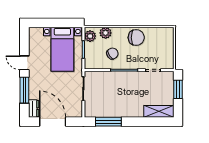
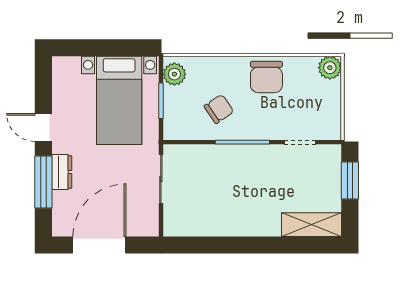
plant: (106, 33) -> (330, 68), moved
chair: (136, 38) -> (266, 77), turned 90
dresser: (34, 109) -> (62, 172), moved
door: (53, 122) -> (99, 245), hinge flipped
window: (108, 122) -> (211, 245), removed

